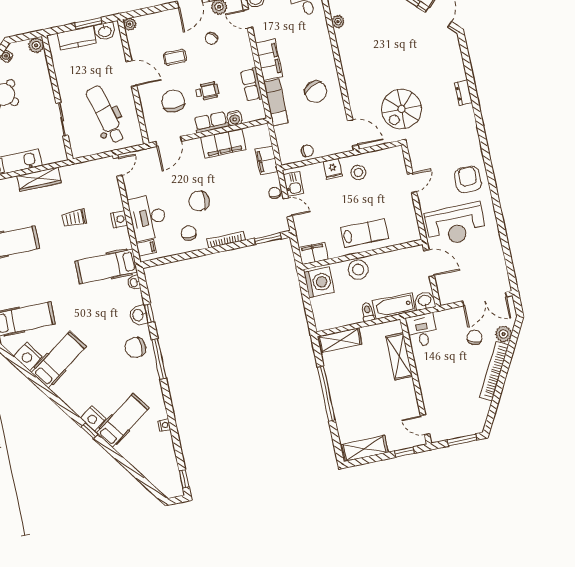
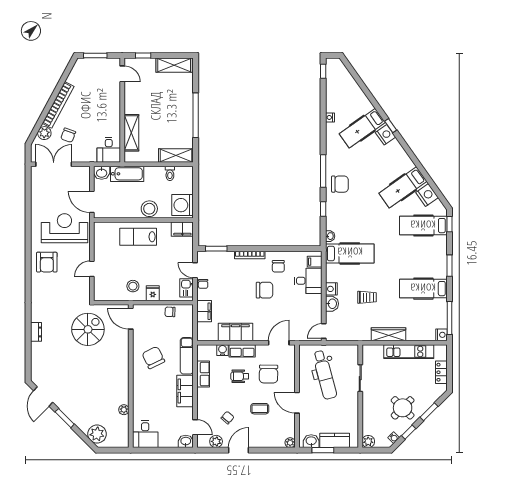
desk: (148, 218) -> (308, 281), width x0.73
toilet: (368, 312) -> (170, 173), moved
washbasin: (139, 315) -> (332, 304), moved

